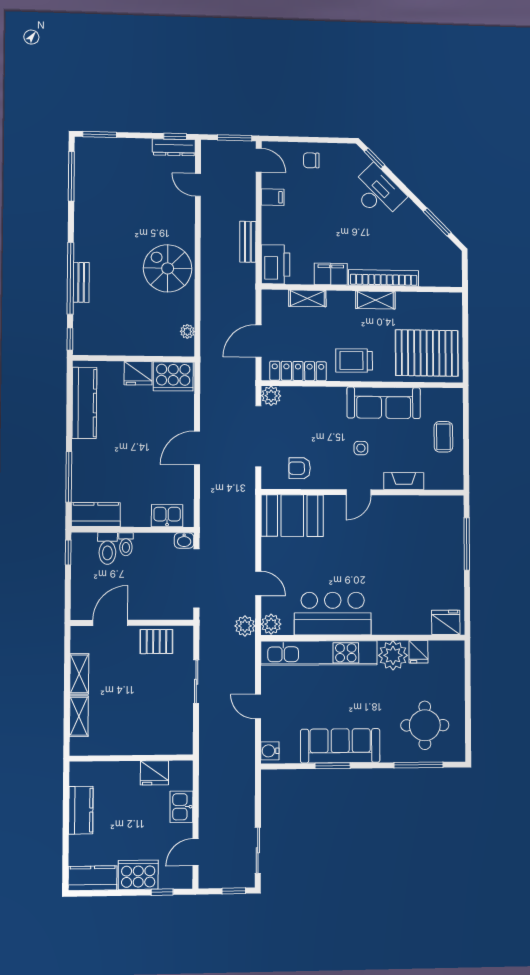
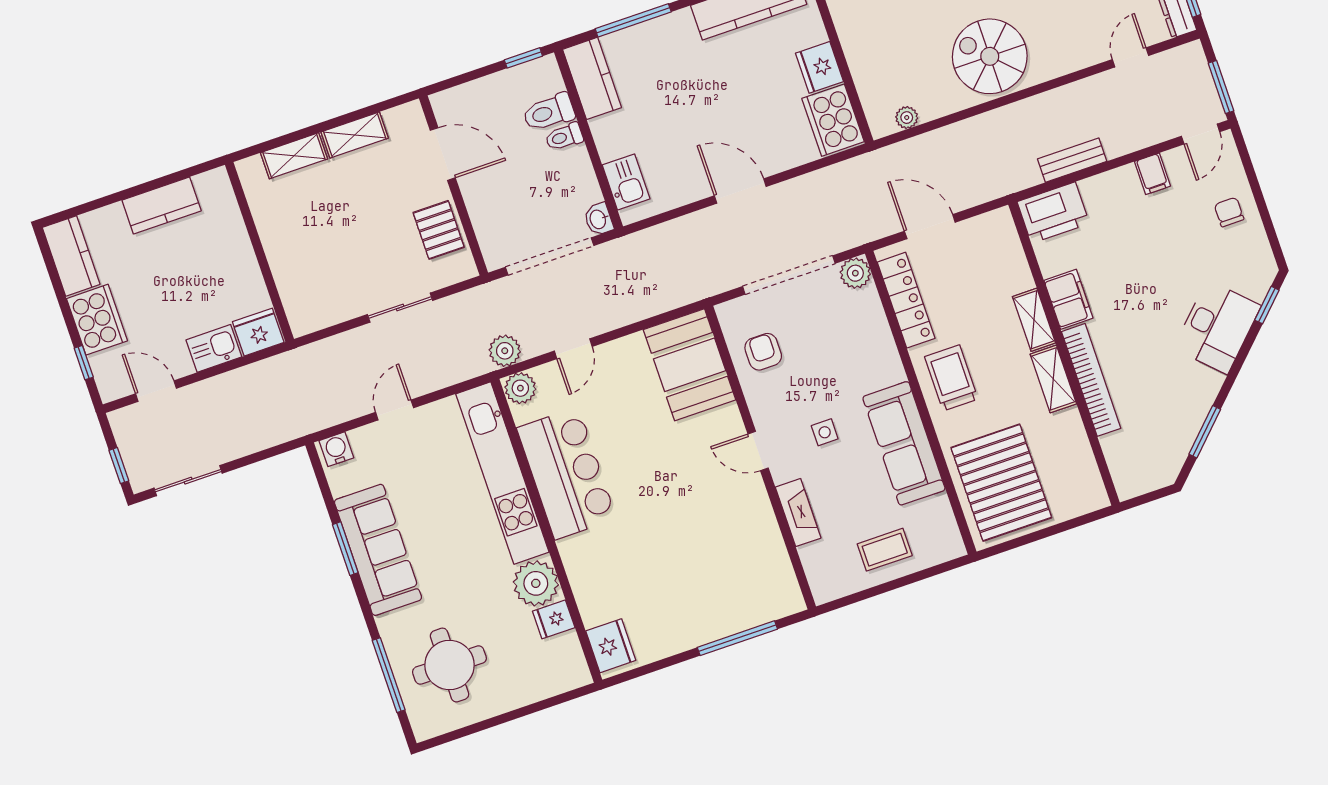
spiral stairs: (168, 268) -> (990, 56), turned -90
shelving: (307, 298) -> (1034, 320), moved
fridge: (154, 773) -> (258, 332), moved, turned 90

